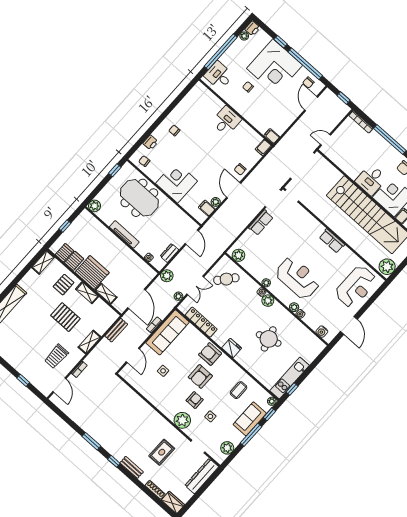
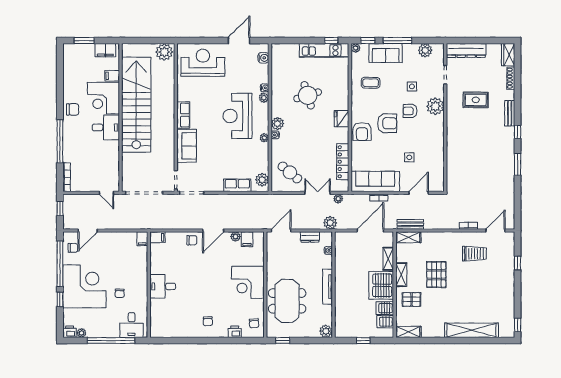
row of seats: (261, 223) -> (237, 185), moved
sofa: (308, 224) -> (187, 146), added
shelving: (89, 342) -> (408, 237), moved

